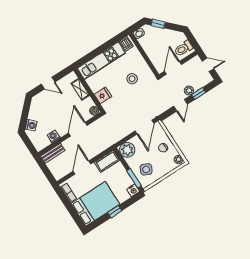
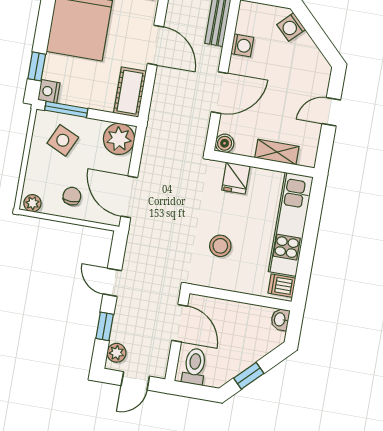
window: (158, 24) -> (249, 376), moved
plant: (189, 90) -> (116, 353), moved
door: (78, 129) -> (220, 93), hinge flipped
window: (115, 212) -> (37, 66), moved

